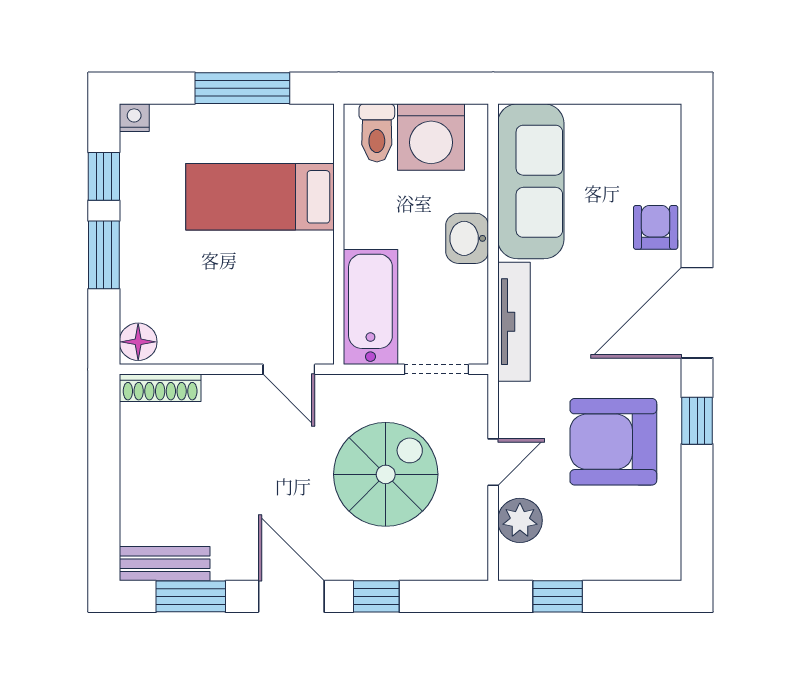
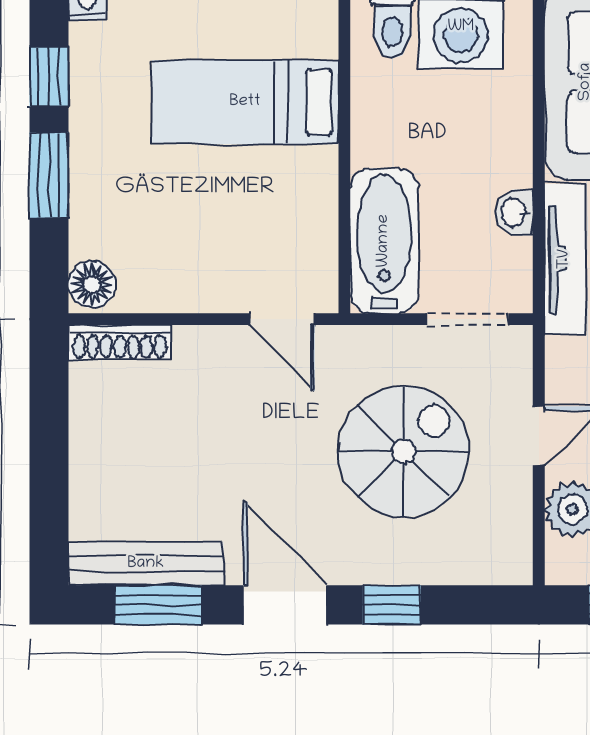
washbasin: (467, 238) -> (514, 212), moved, width x0.72, depth x0.69
bench: (165, 564) -> (146, 564), width x1.36

